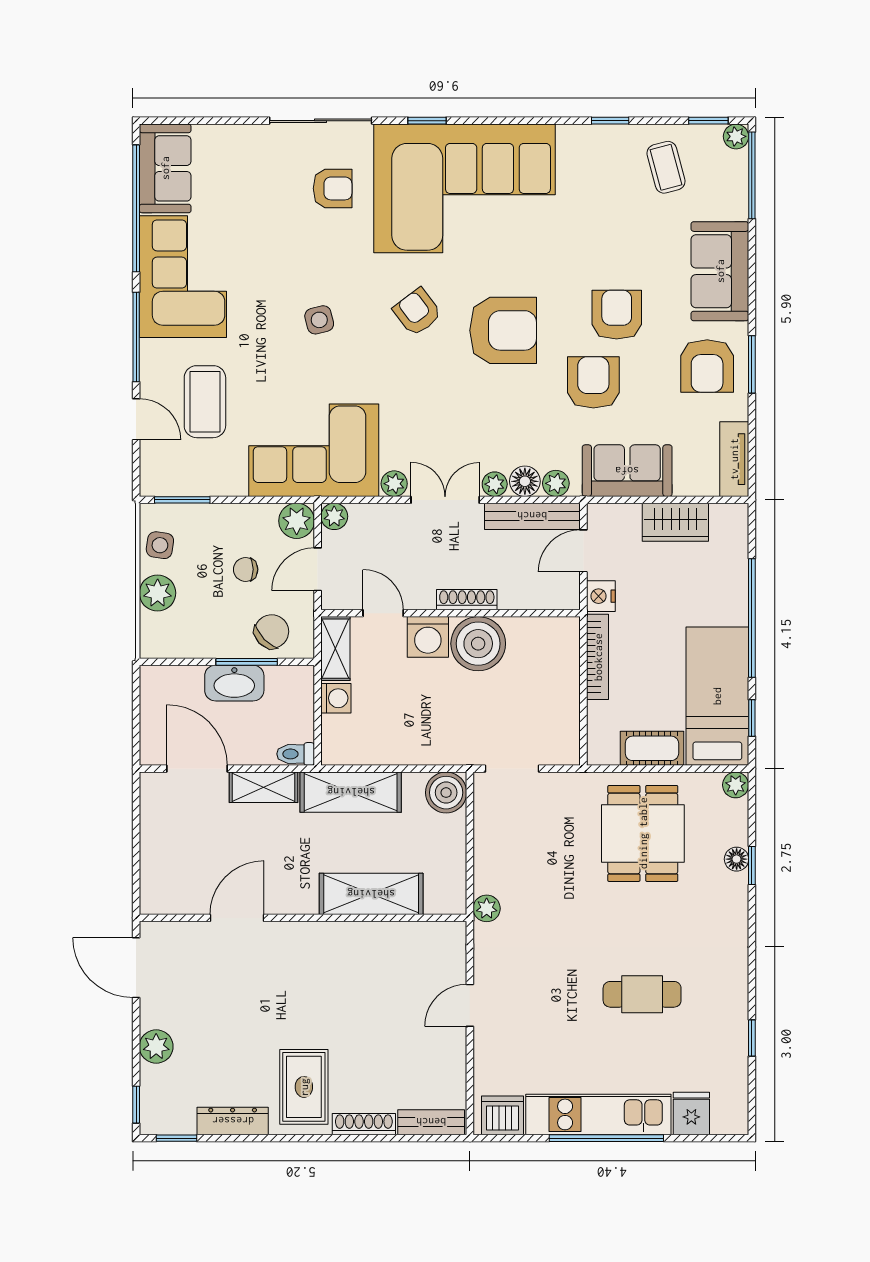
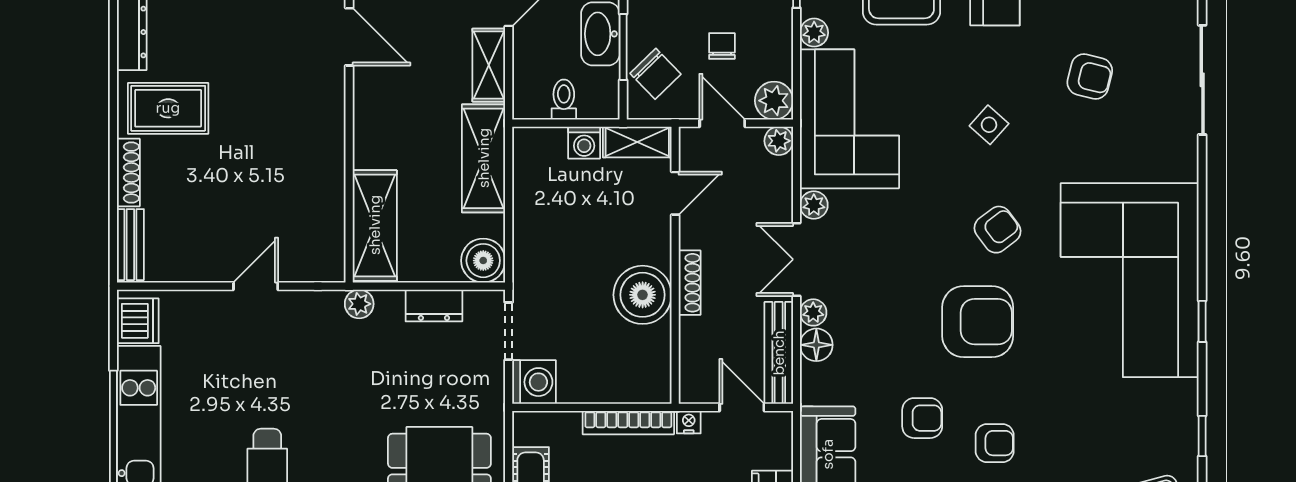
sliding door: (321, 121) -> (1202, 80), moved
window: (427, 121) -> (1202, 321), moved
armchair: (333, 188) -> (1090, 77), moved, turned -76
armchair: (617, 315) -> (995, 443), width x0.72, depth x0.72
side table: (319, 320) -> (989, 125), turned -34
armchair: (503, 330) -> (978, 322), turned -90
armchair: (593, 382) -> (922, 418), width x0.72, depth x0.72
plant: (556, 483) -> (814, 33), moved
double door: (445, 500) -> (796, 259), swing flipped
nightstand: (601, 596) -> (689, 422), width x0.72, depth x0.74
washing machine: (428, 637) -> (534, 382), moved, turned 180
toilet: (296, 754) -> (564, 100), moved
dresser: (488, 839) -> (434, 305), added
shelving: (371, 894) -> (375, 225), moved
door: (470, 1005) -> (256, 286), hinge flipped

